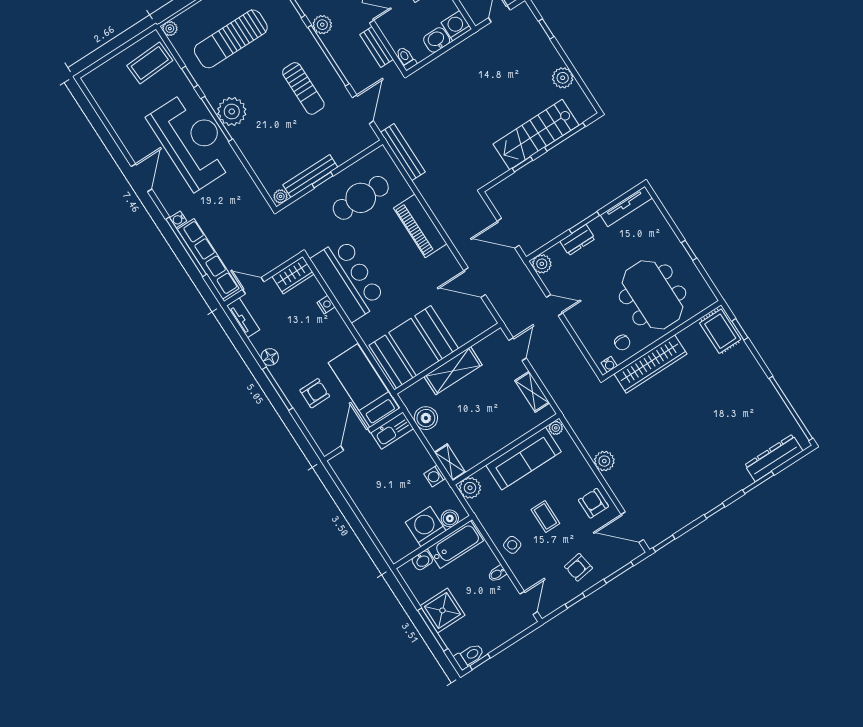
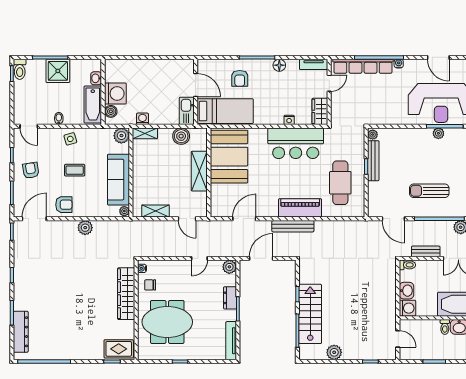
plant: (232, 111) -> (438, 133), width x0.53, depth x0.53
bench: (403, 152) -> (293, 226), moved

